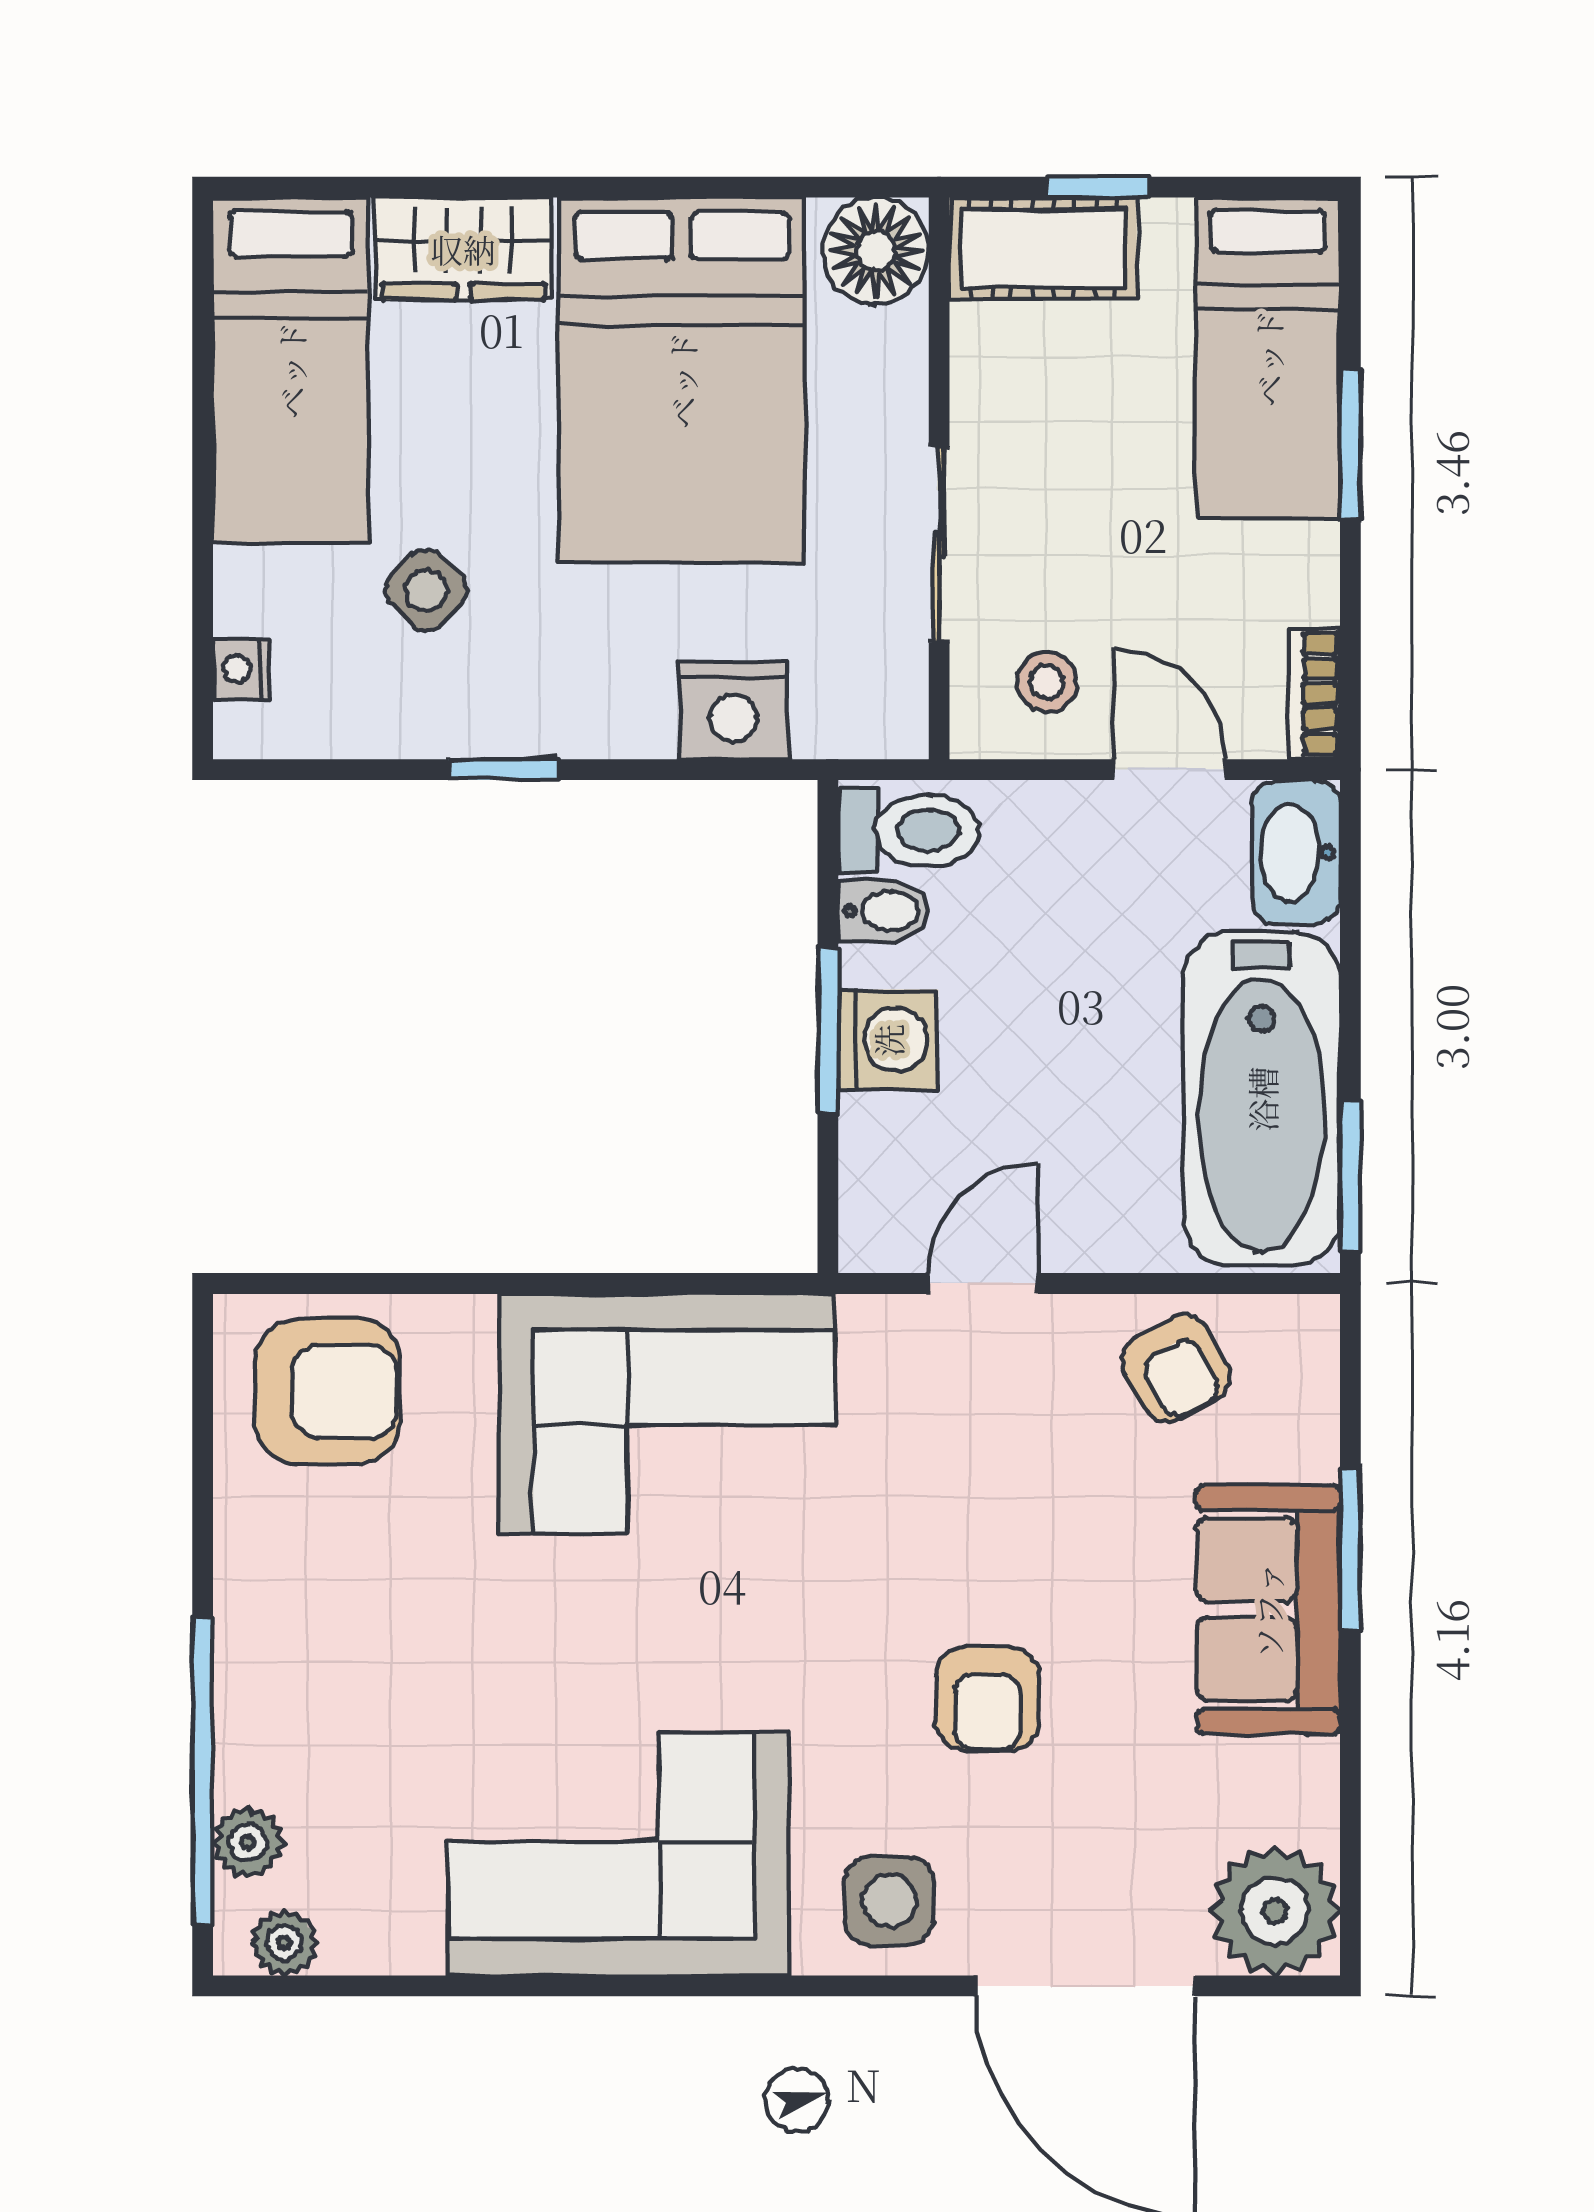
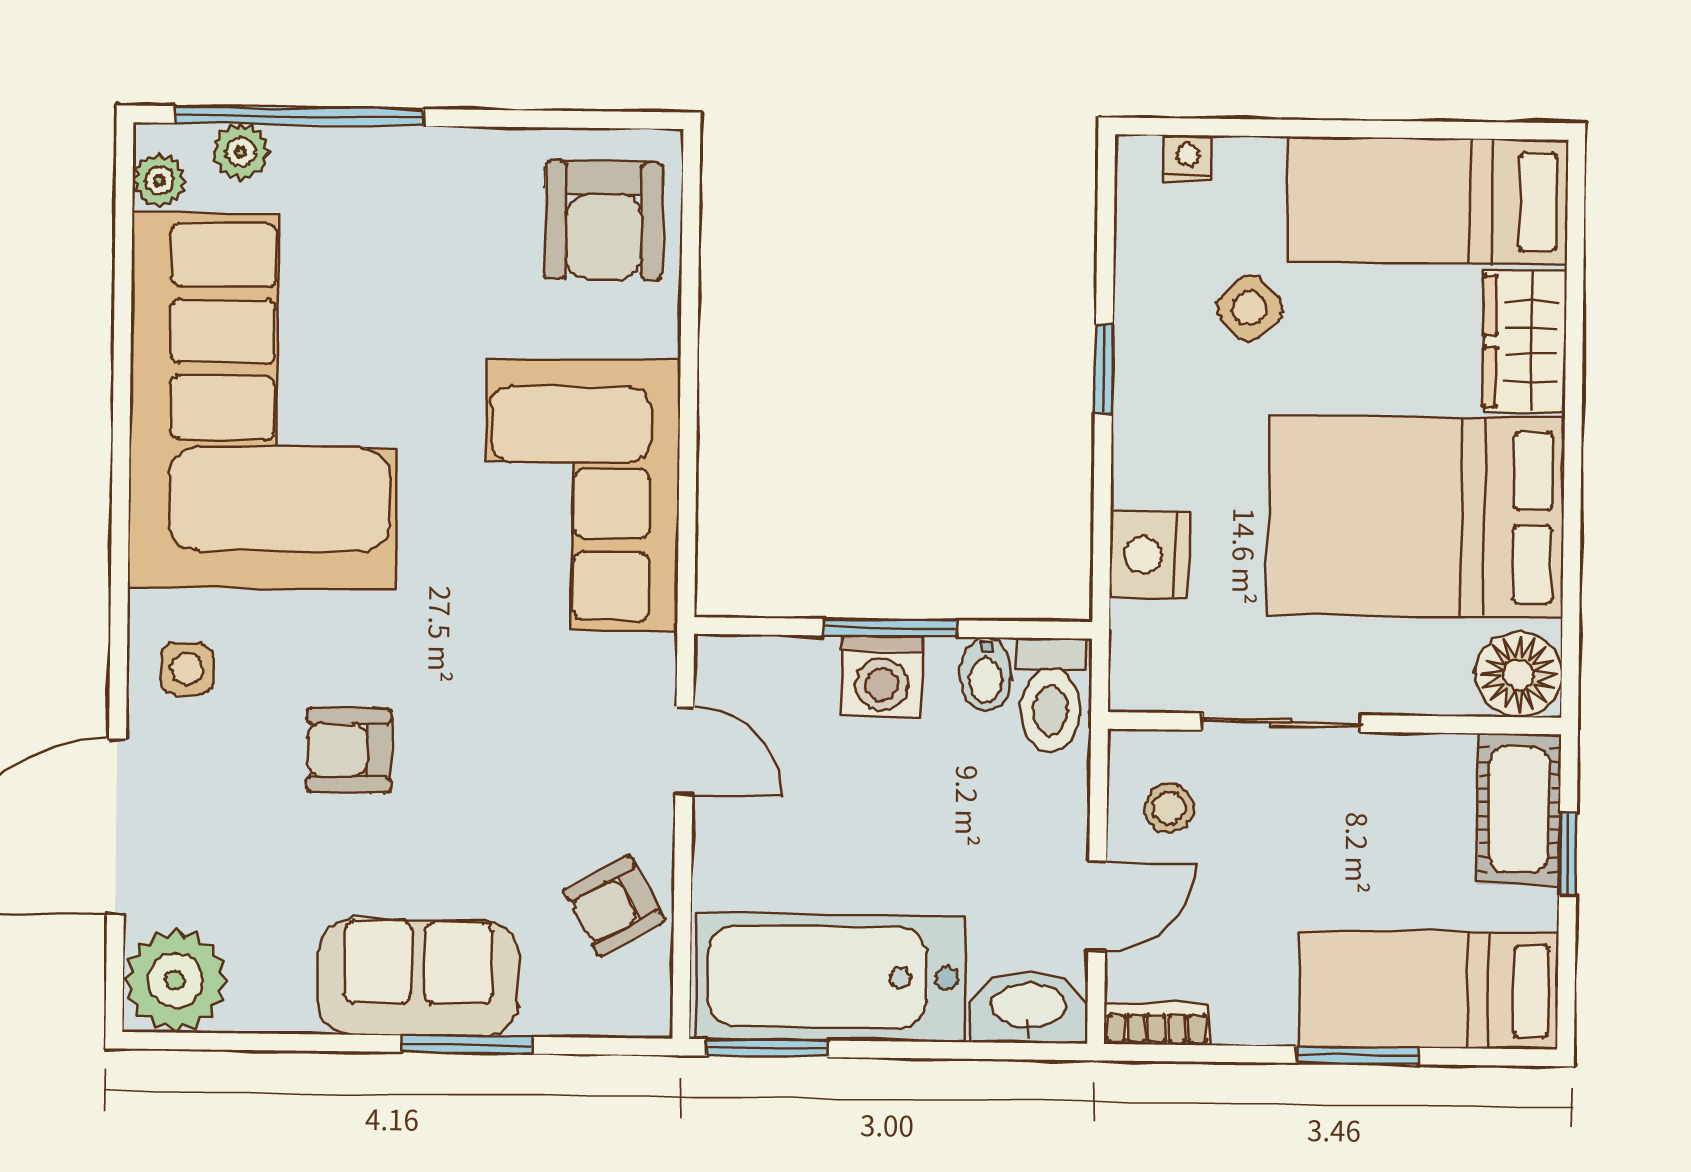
corner sofa: (618, 1854) -> (264, 401), width x1.36, depth x1.36
side table: (889, 1901) -> (187, 669), width x0.73, depth x0.73

